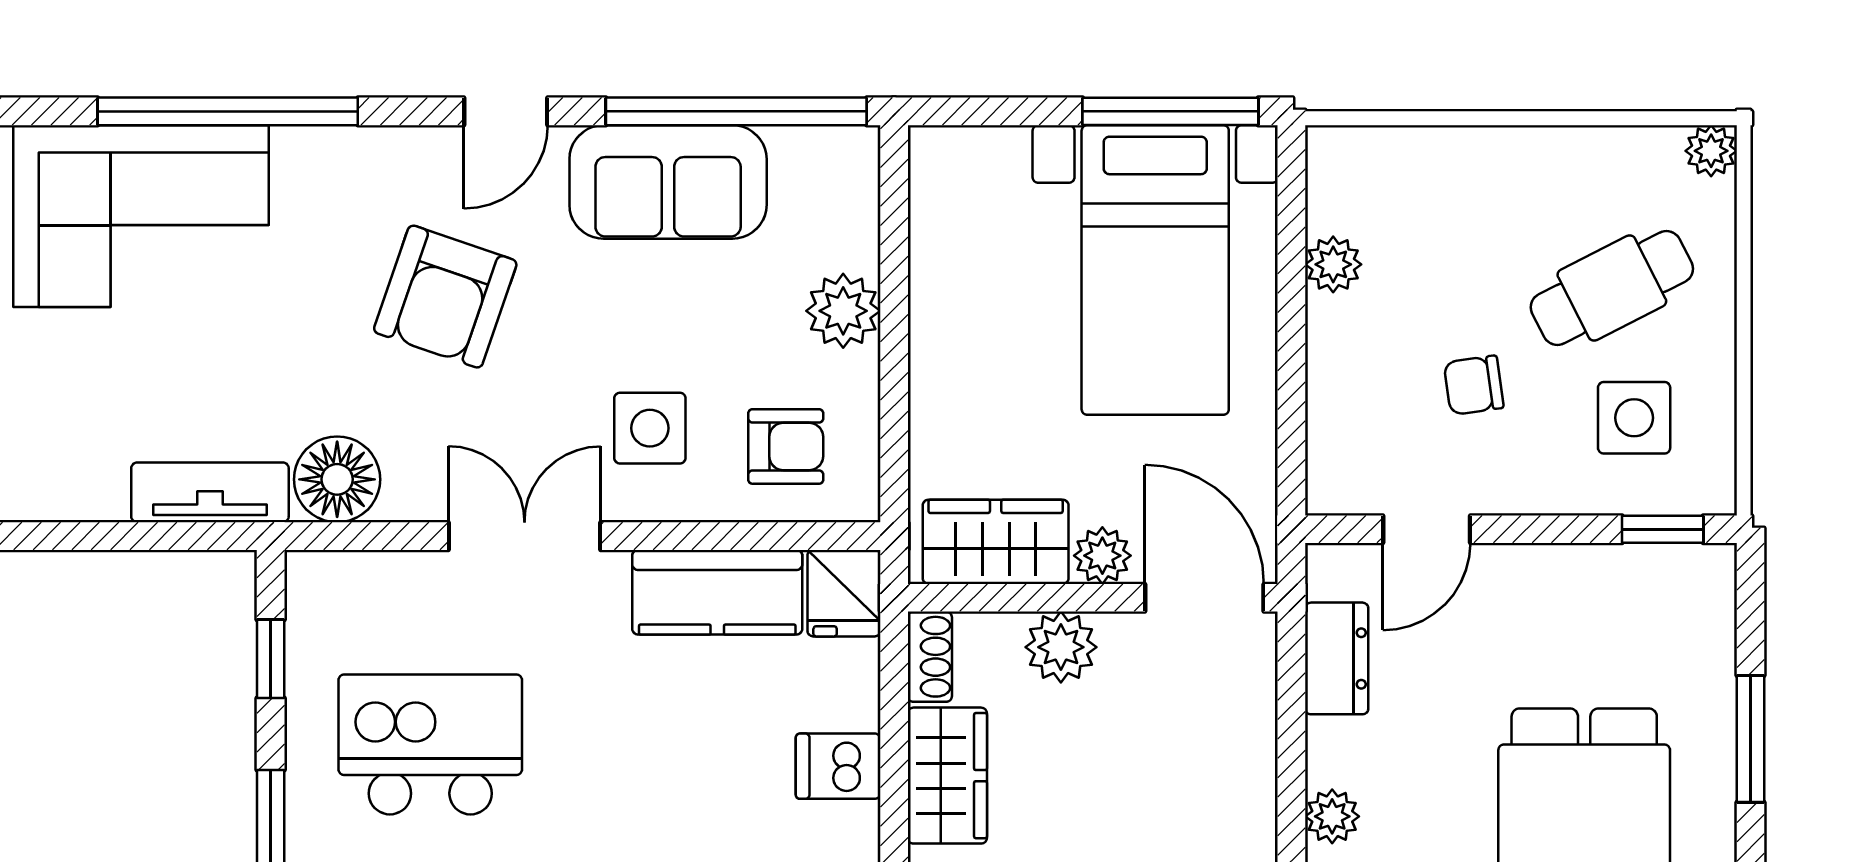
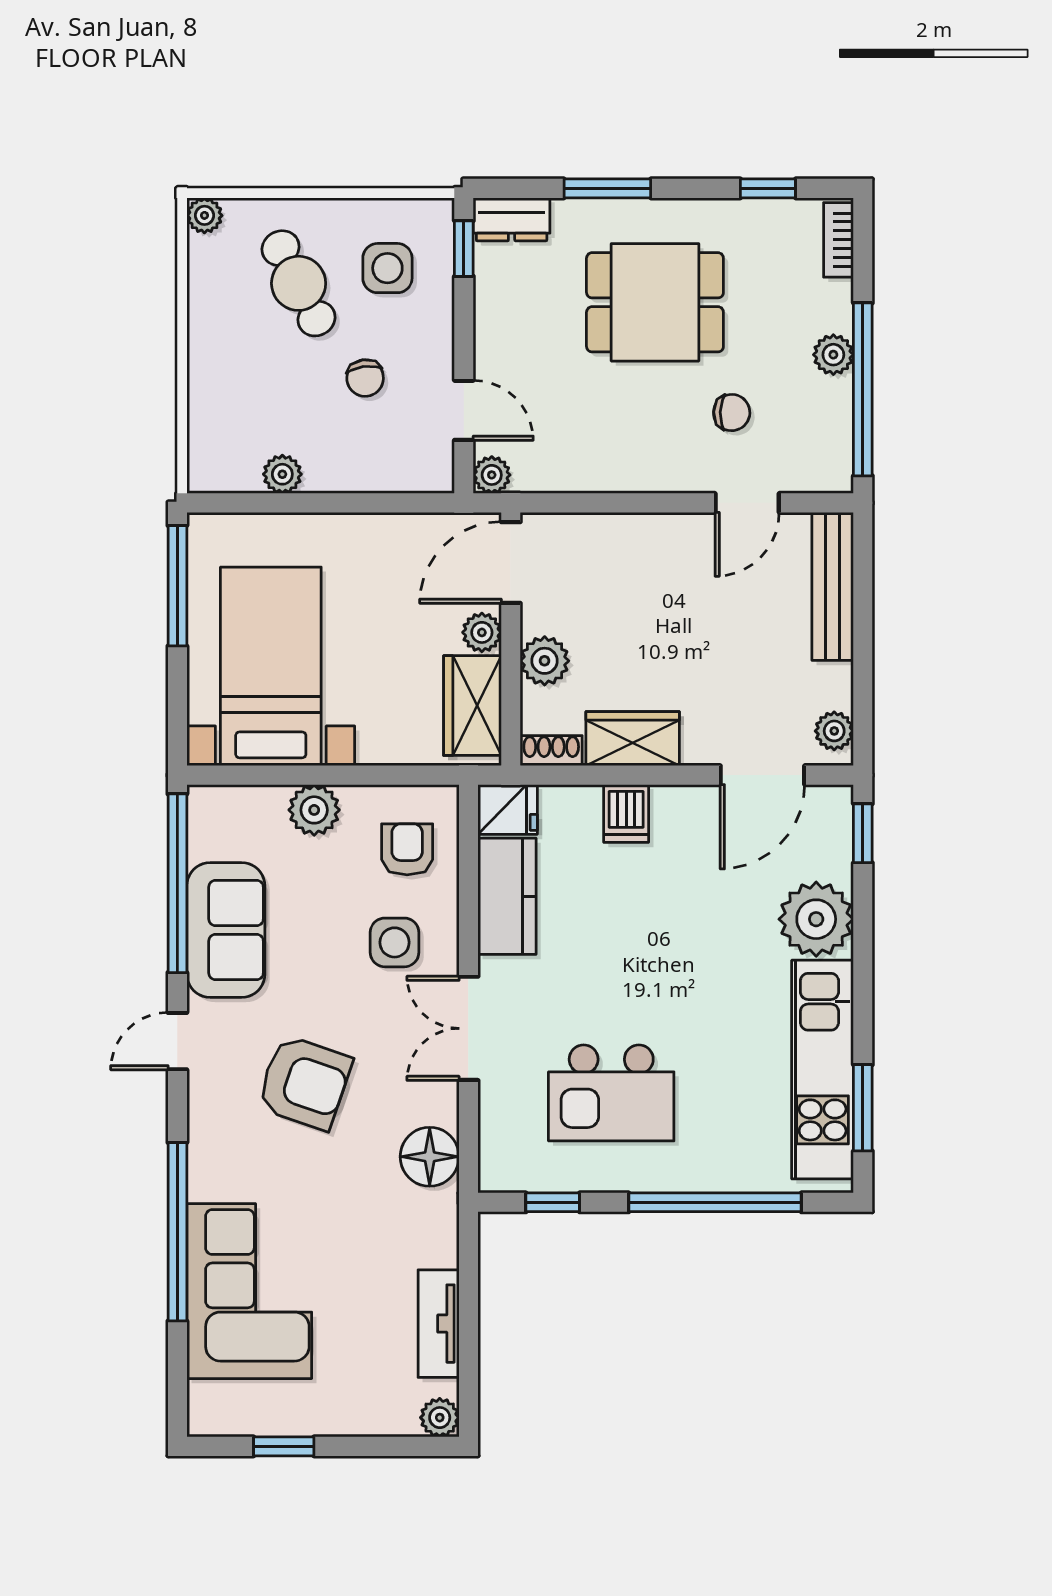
door: (506, 111) -> (177, 1041), swing flipped
bed with nightstands: (1155, 270) -> (271, 666), moved, turned -90
tv unit: (210, 492) -> (439, 1324), moved
dresser: (1337, 658) -> (512, 219), moved, turned 180
kitchen island: (430, 744) -> (611, 1093), turned -90
plant: (1332, 816) -> (492, 475), moved

